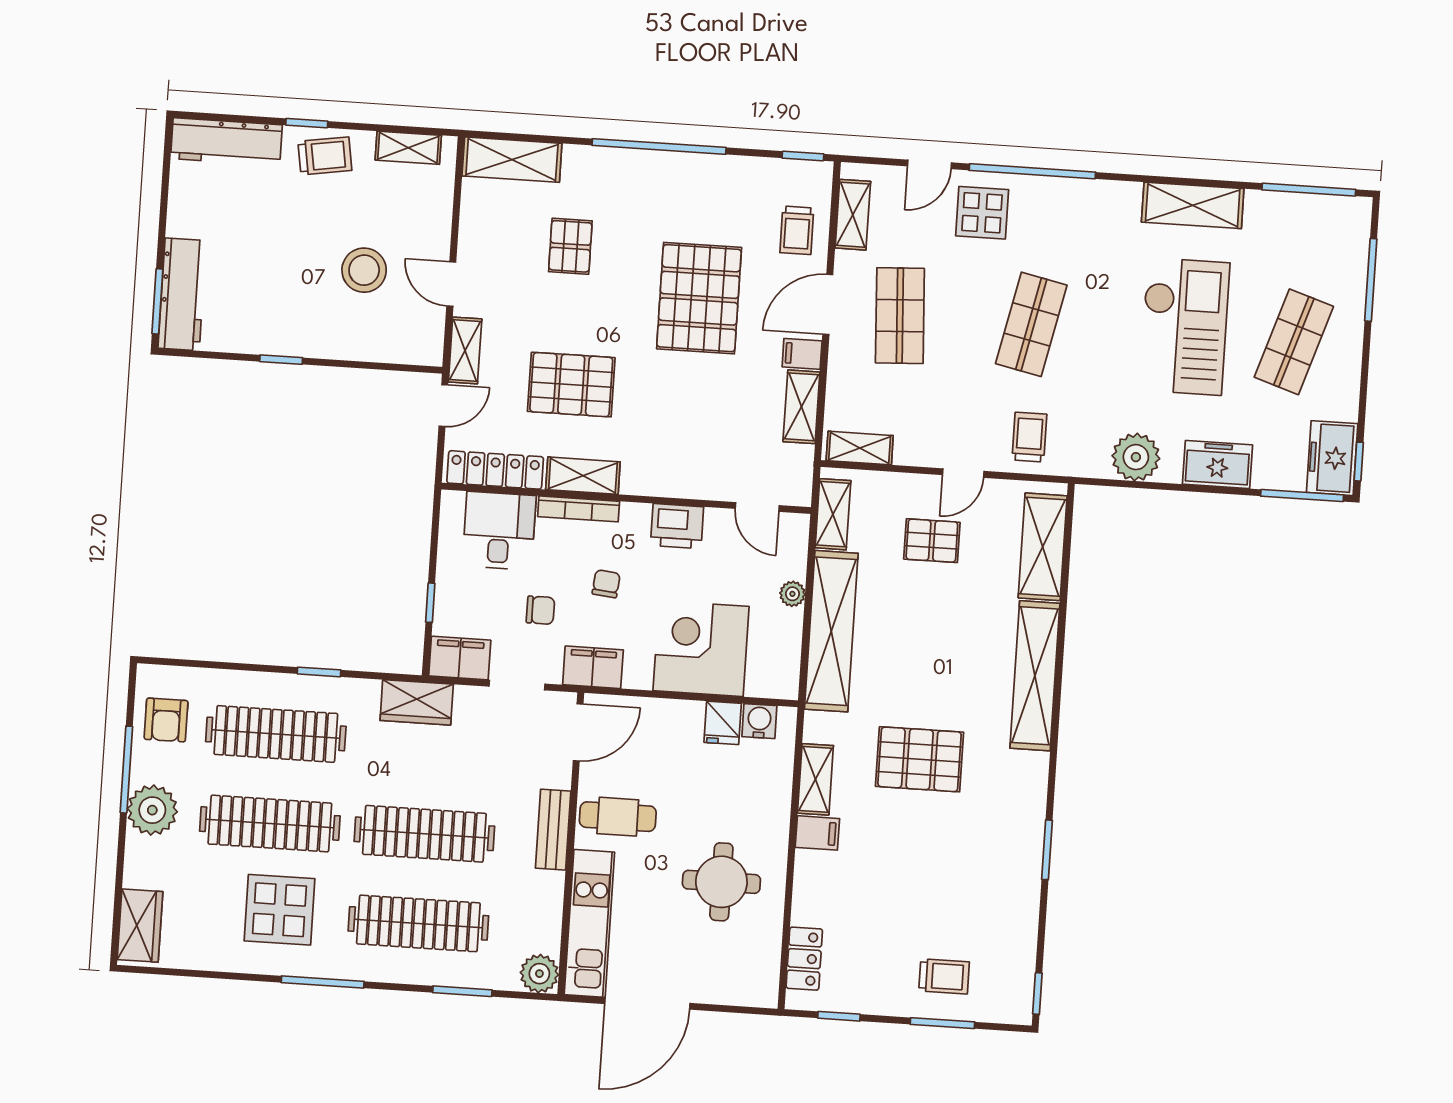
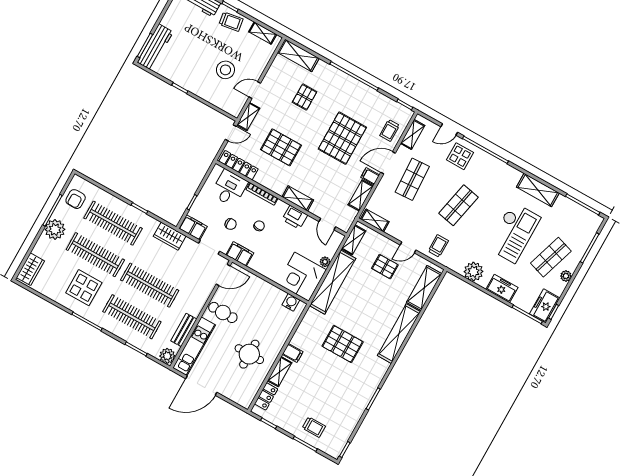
door: (451, 284) -> (255, 90), hinge flipped
plant: (1348, 368) -> (566, 276), added
shelving: (583, 476) -> (298, 198), moved
corner desk: (701, 649) -> (302, 277), moved, turned -90
fridge: (723, 723) -> (277, 297), removed
shelving: (815, 779) -> (280, 372), moved
bench: (553, 830) -> (184, 330), moved

